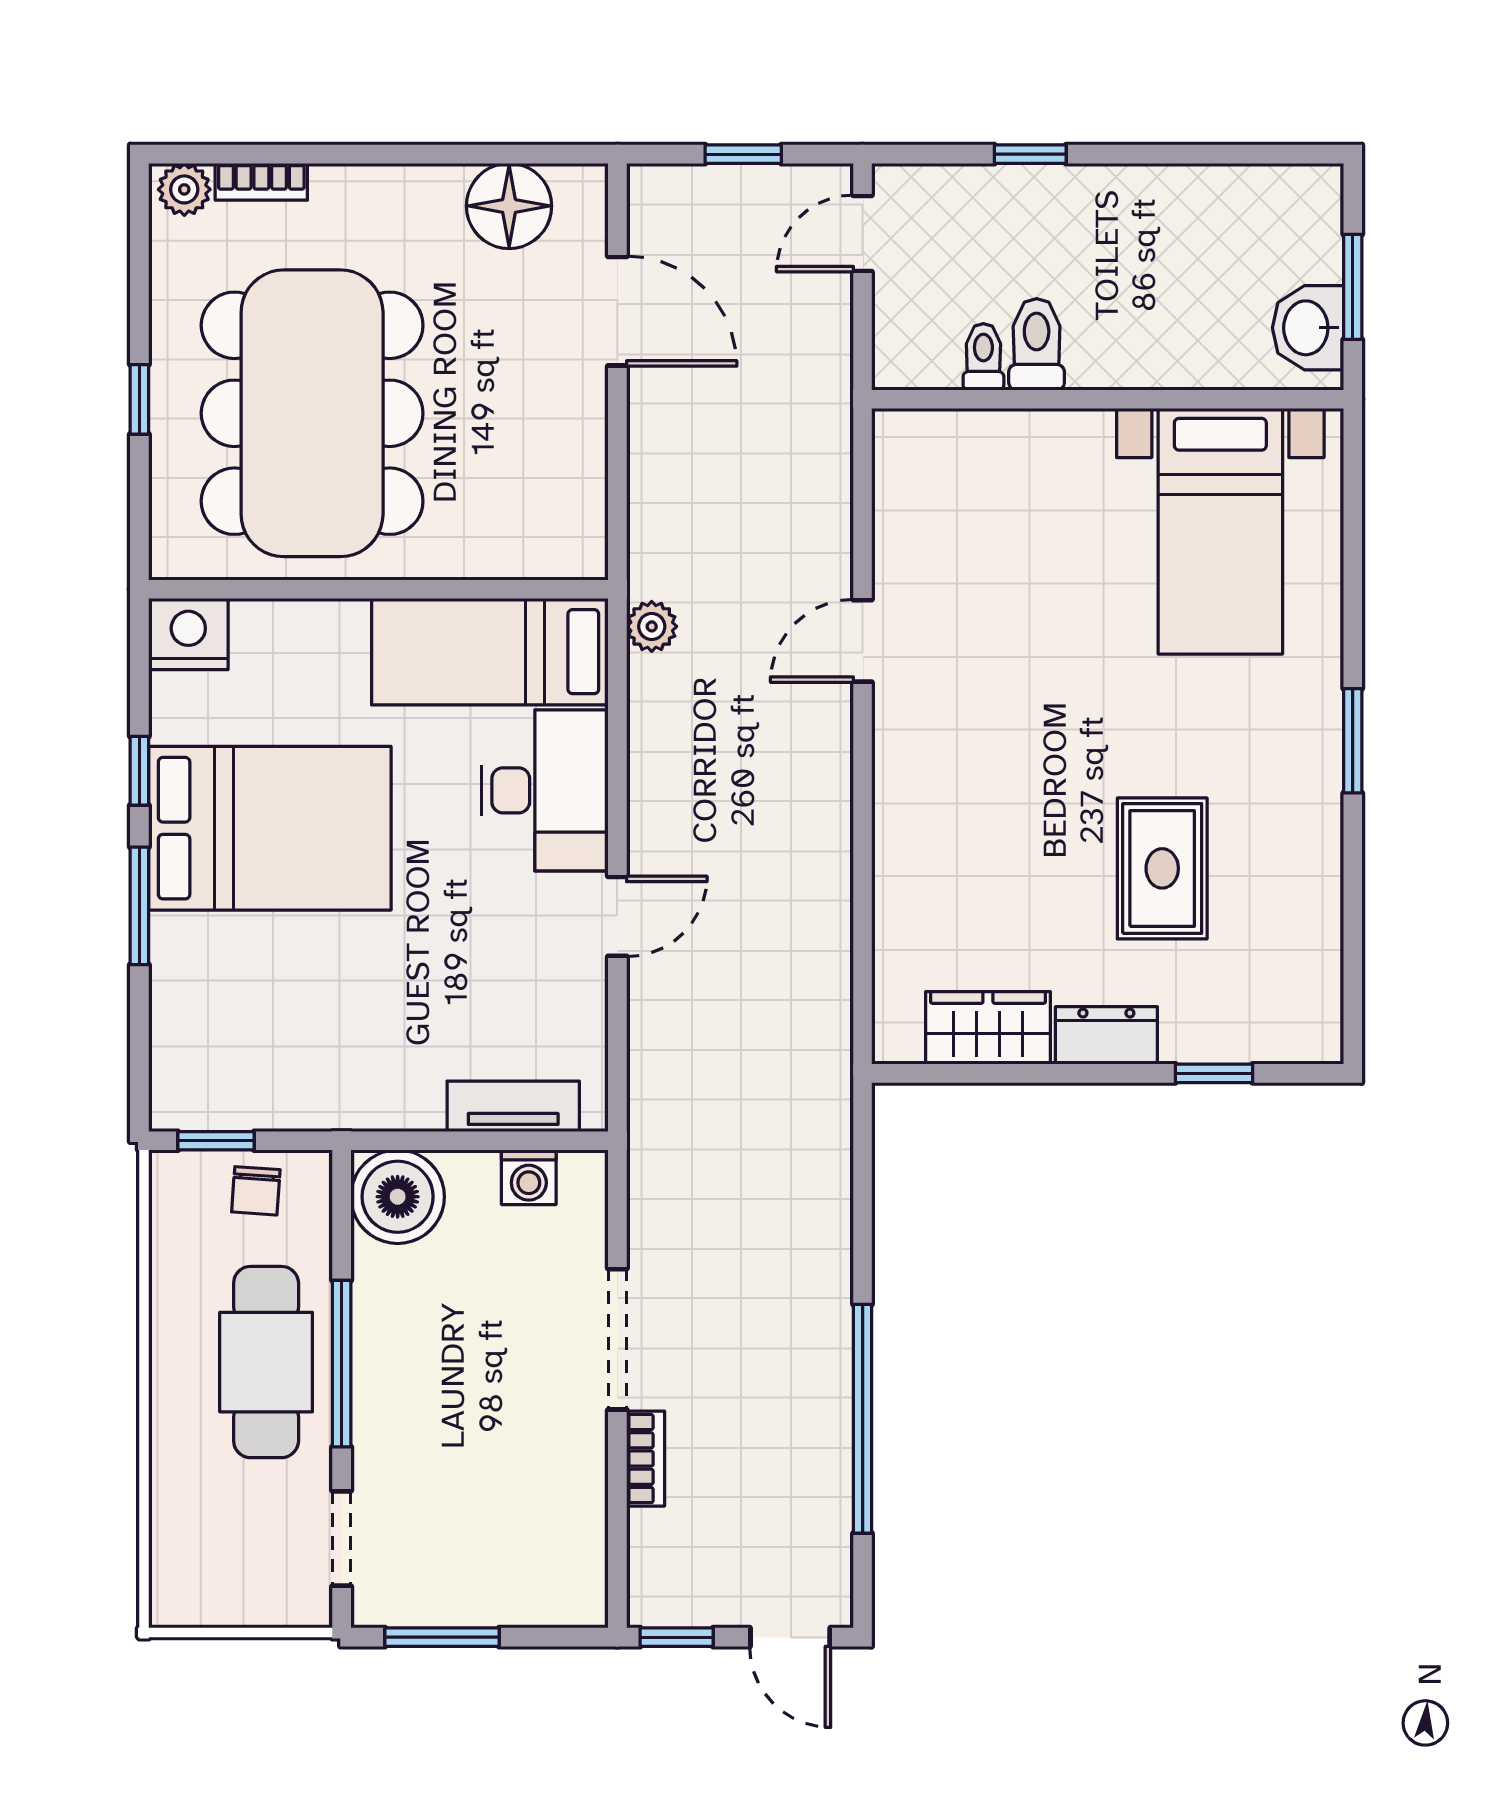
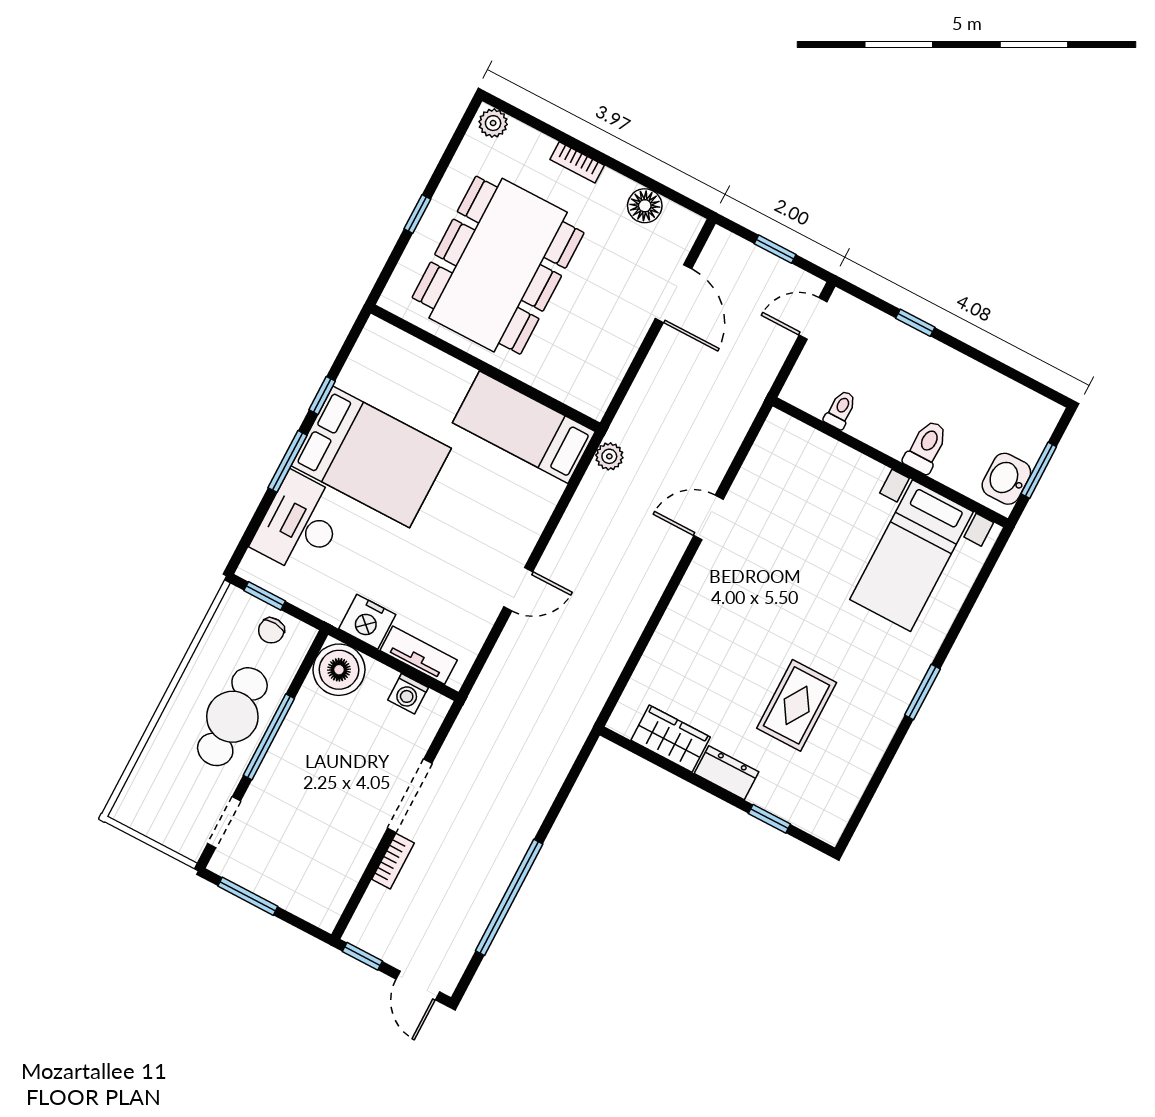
bookcase: (261, 182) -> (577, 162), moved
floor lamp: (509, 206) -> (645, 206), width x0.73, depth x0.73
toilet: (1037, 344) -> (926, 447), moved
nightstand: (188, 634) -> (367, 622), moved, turned 180
desk: (545, 790) -> (300, 524), moved, turned 180

